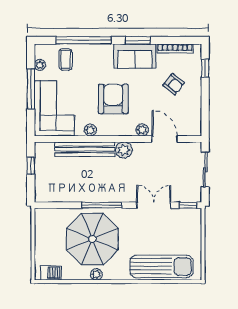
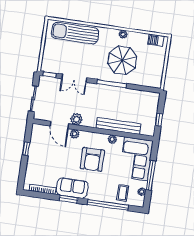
window: (205, 68) -> (26, 149), moved
armchair: (174, 84) -> (47, 164), removed
plant: (124, 150) -> (76, 119), moved
parasol: (92, 239) -> (122, 60), width x0.73, depth x0.73

